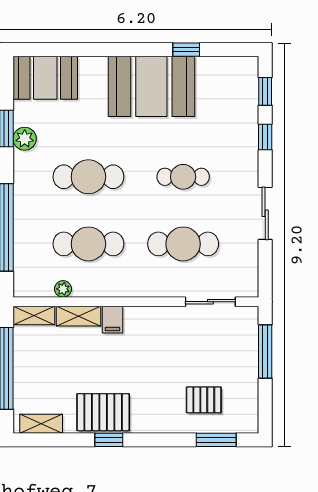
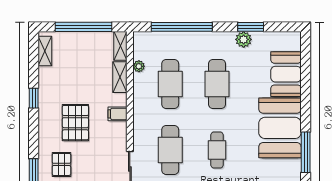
window: (186, 50) -> (306, 152), width x2.17
booth: (45, 78) -> (286, 74), moved
filing cabinet: (113, 320) -> (117, 114), moved
pallet: (103, 412) -> (75, 123), moved

